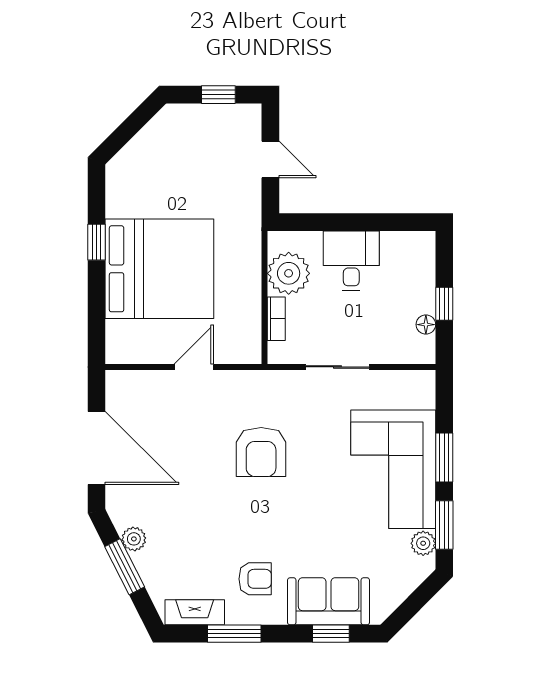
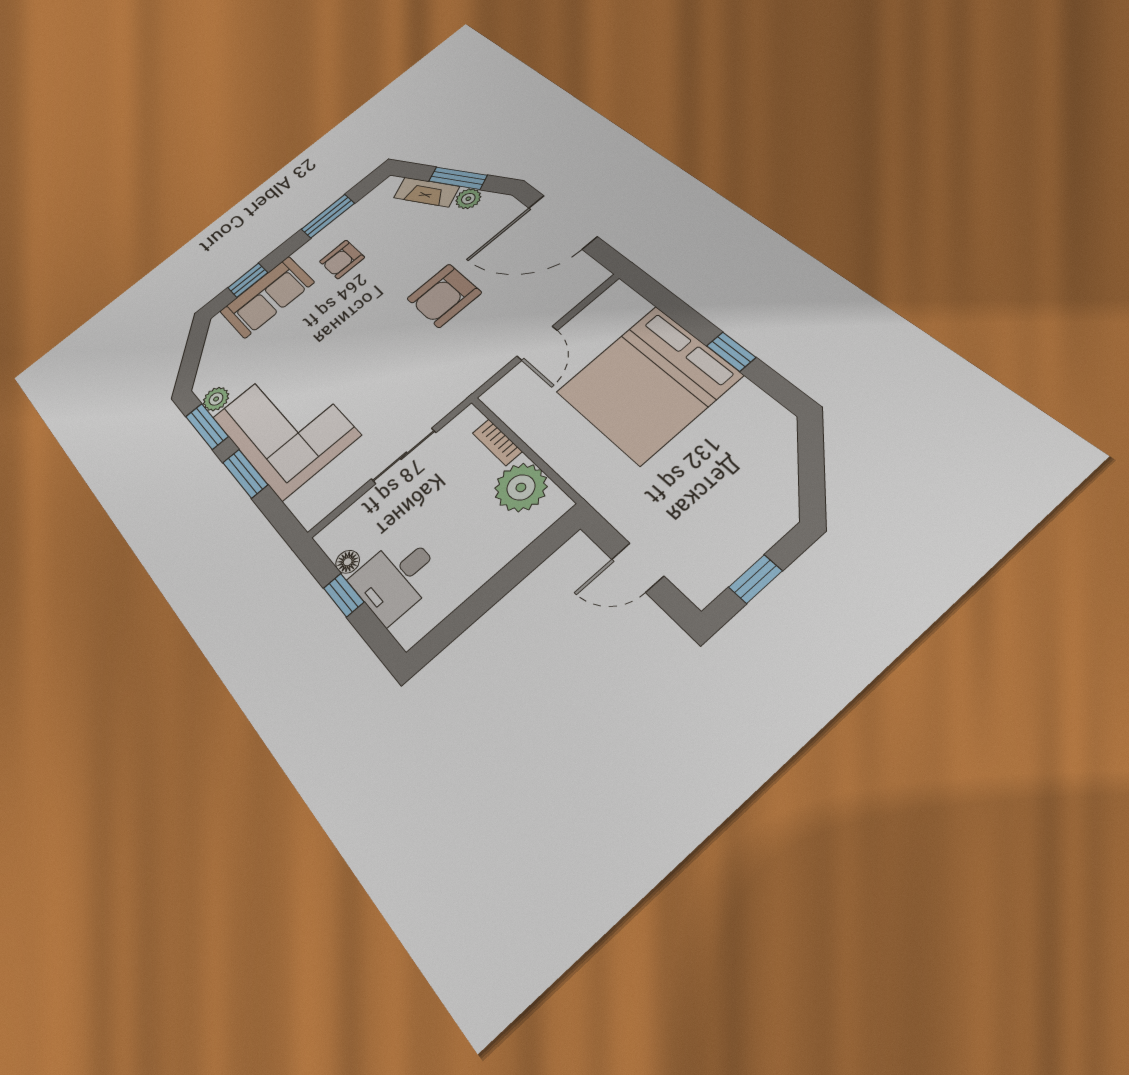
desk: (351, 261) -> (396, 578), moved, turned 90
armchair: (261, 452) -> (444, 296), moved, turned -90
fireplace: (195, 612) -> (427, 192), moved, turned 63

